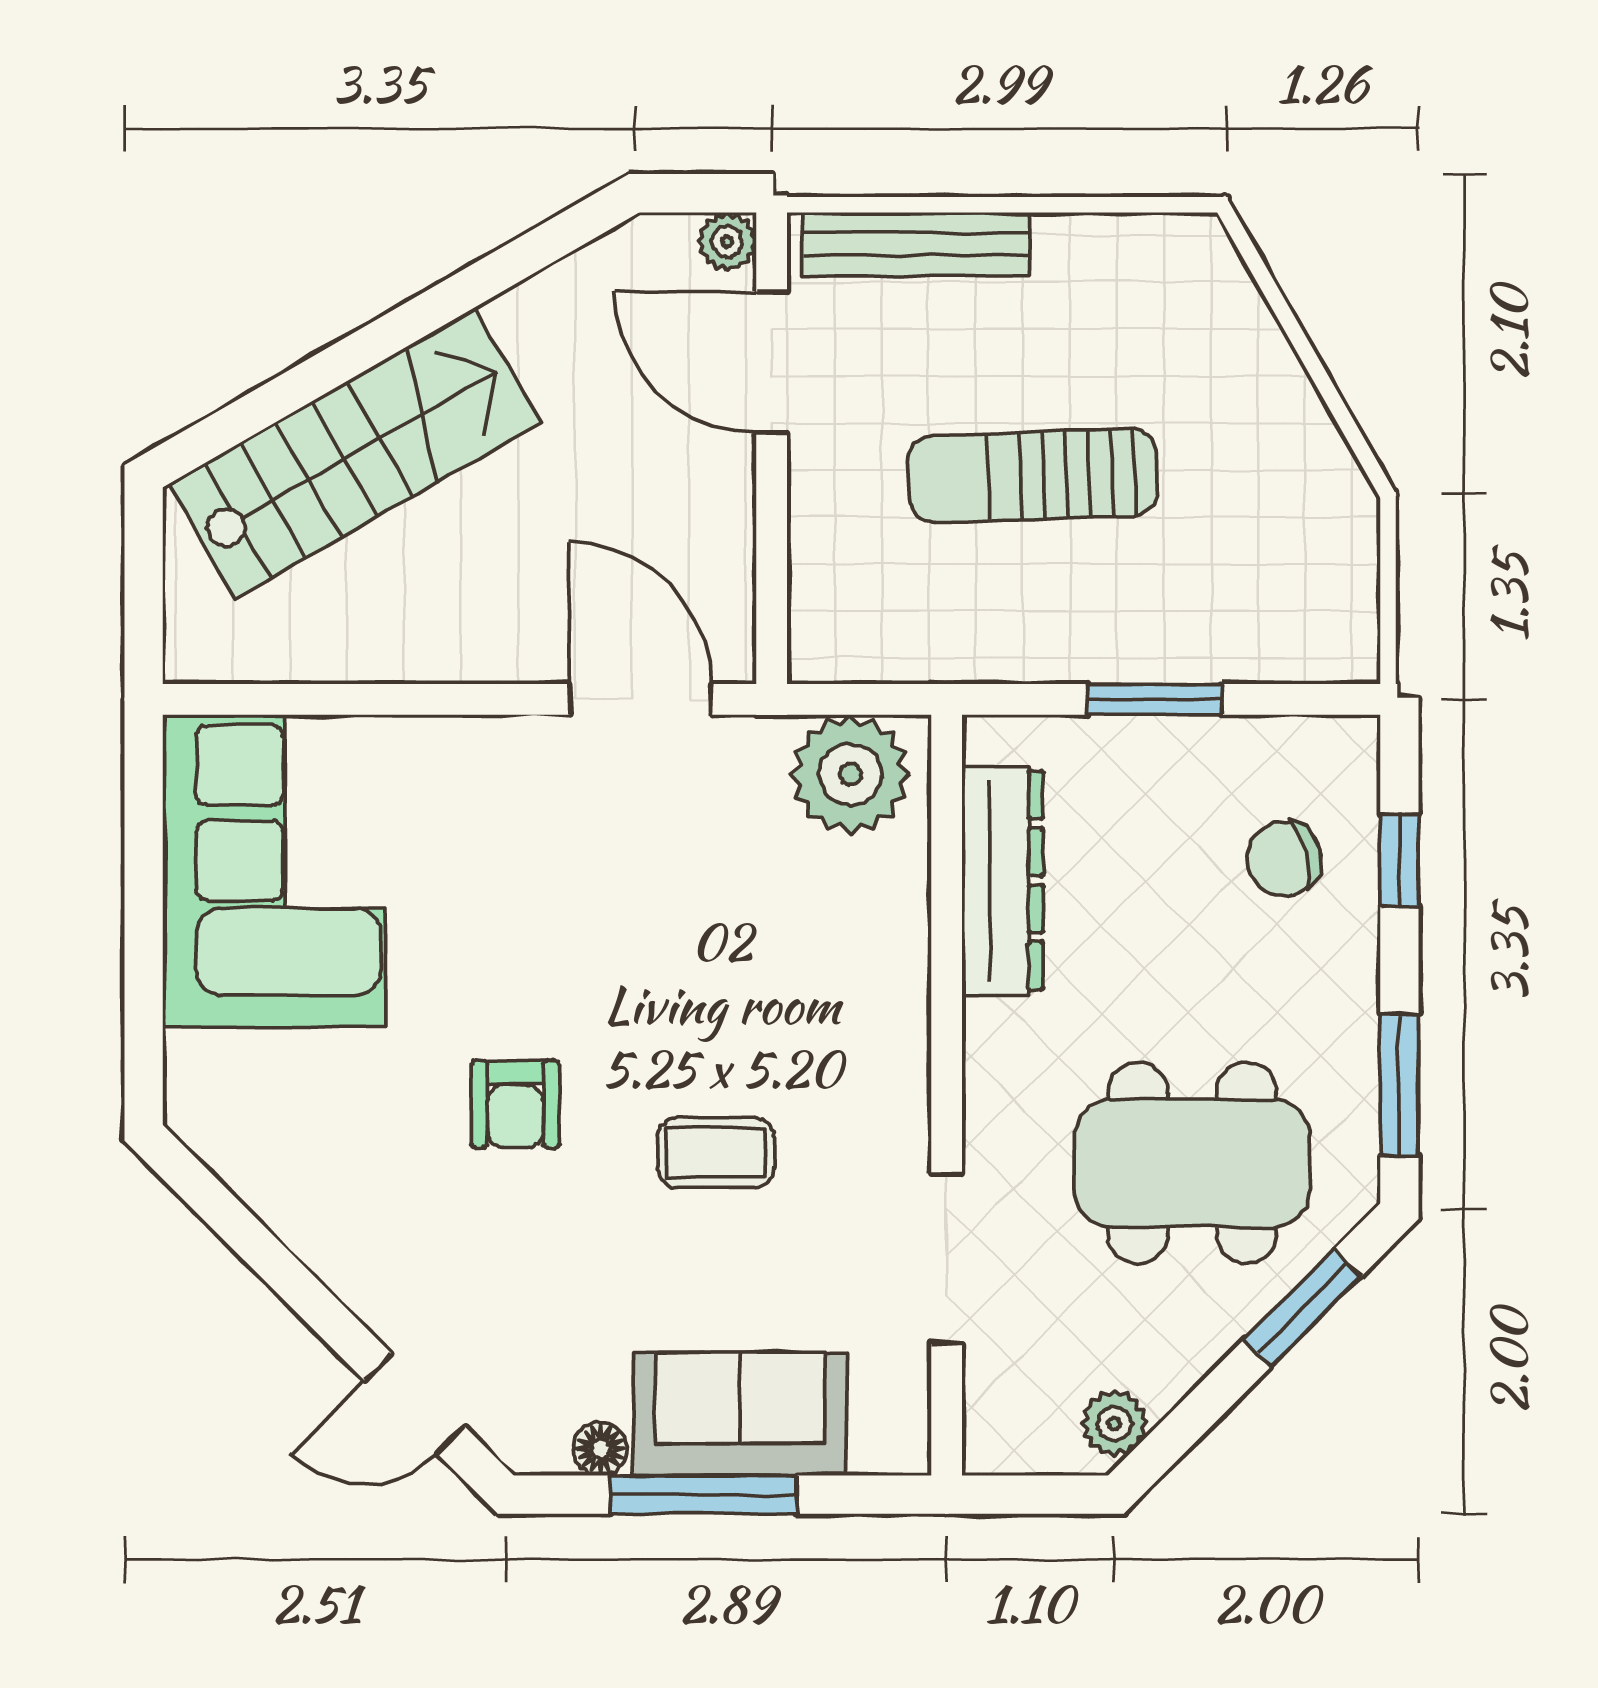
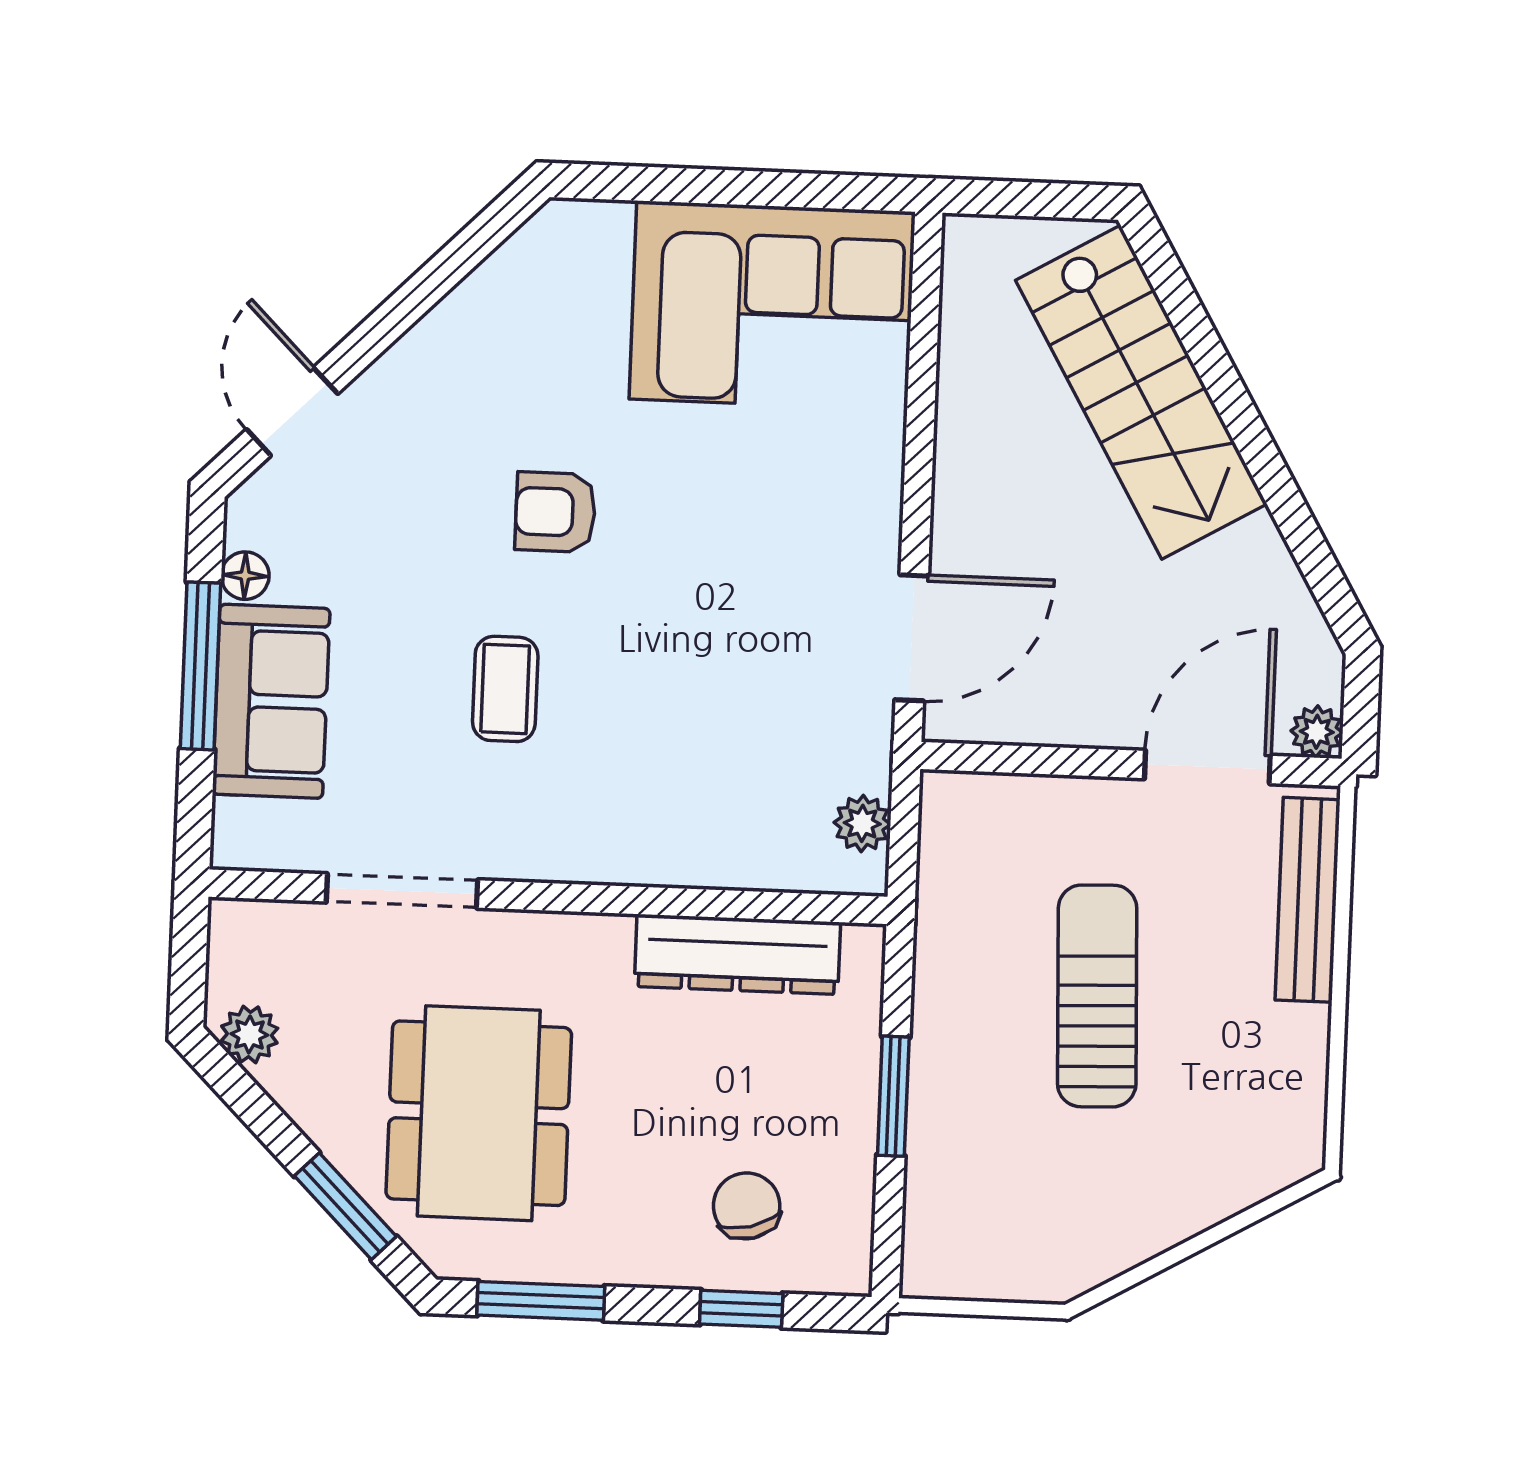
plant: (850, 774) -> (862, 823), width x0.53, depth x0.53

